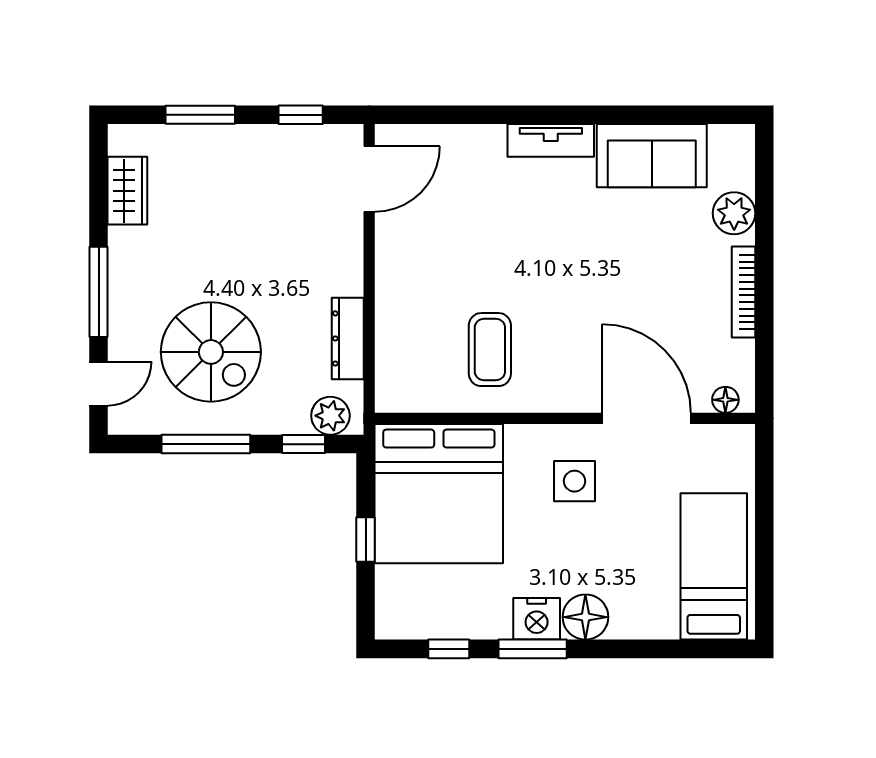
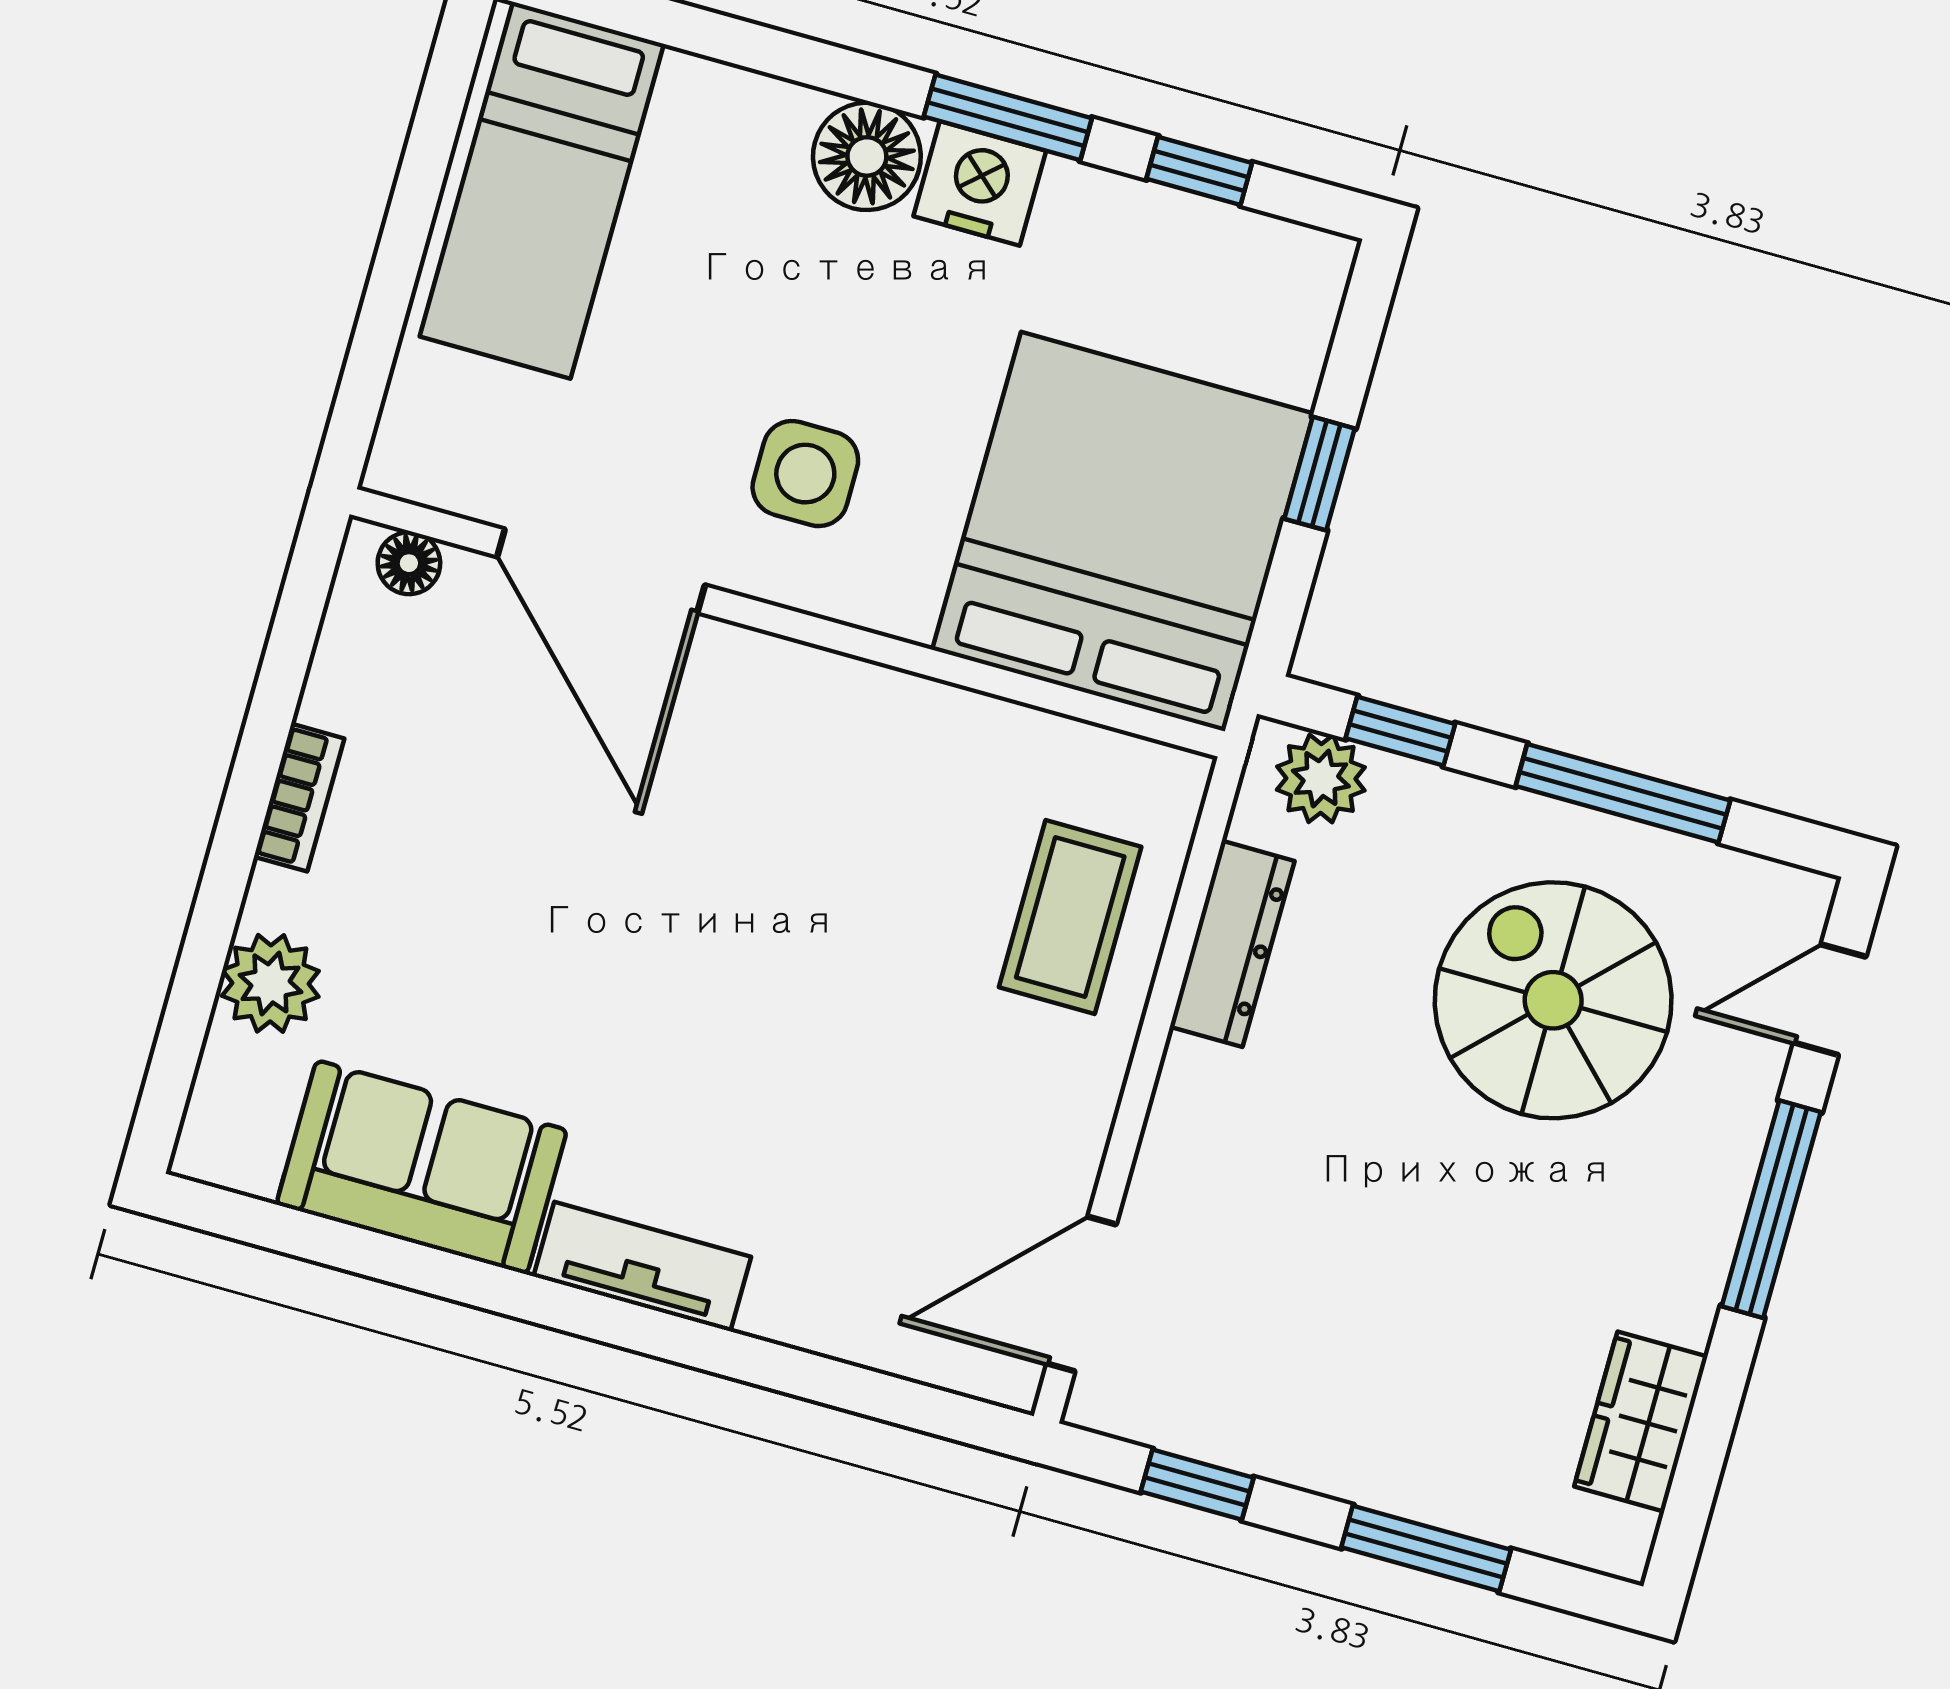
bookcase: (743, 292) -> (299, 798), width x0.64
coffee table: (490, 350) -> (1070, 917), moved

